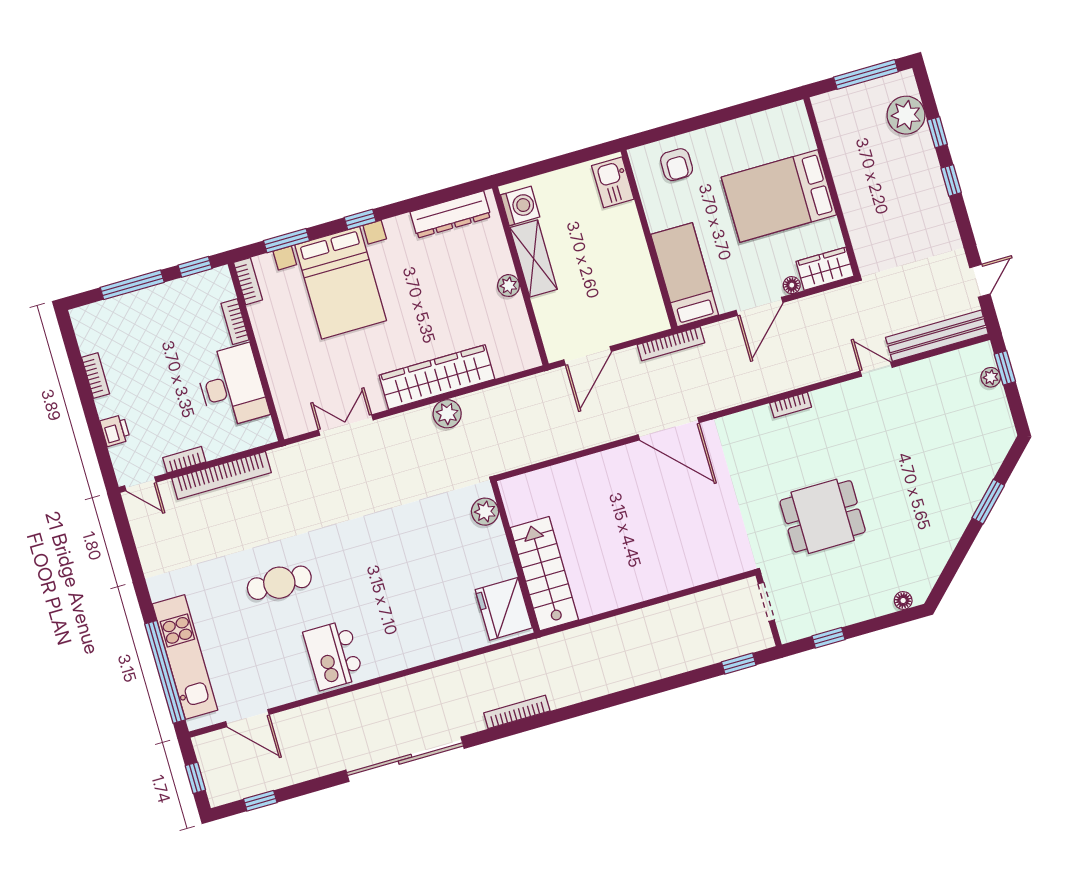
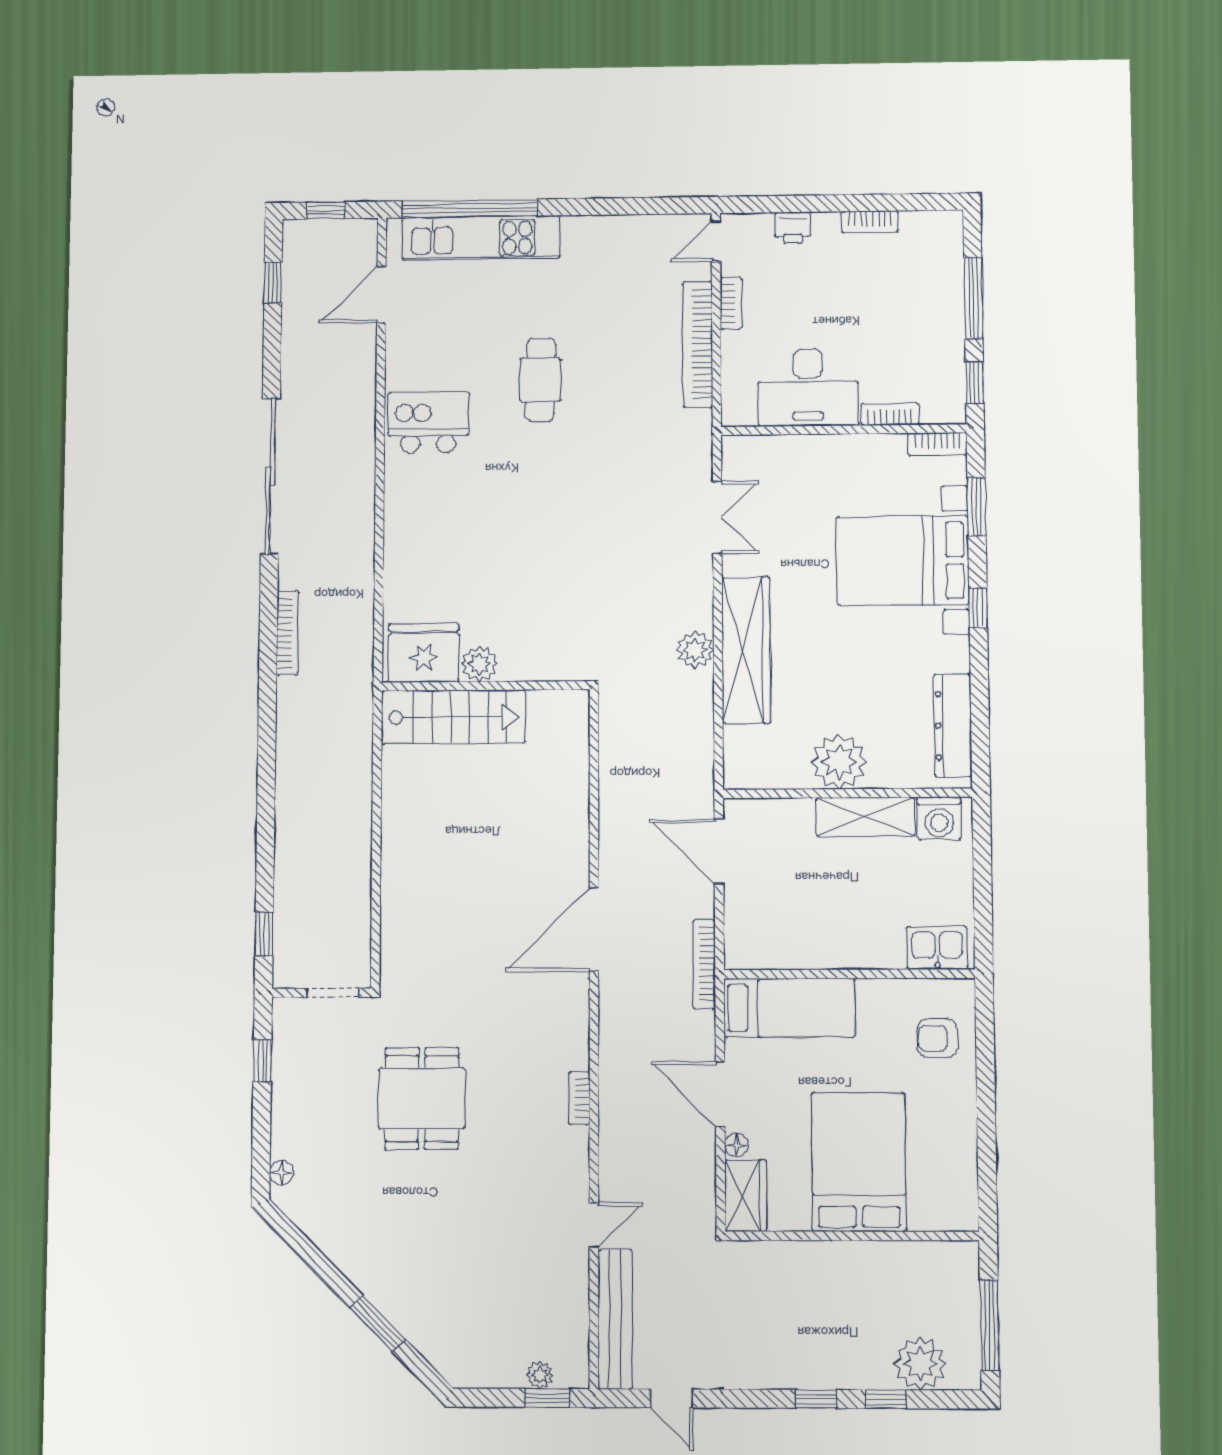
plant: (509, 286) -> (839, 762), width x1.87, depth x1.87
plant: (485, 512) -> (480, 664), moved

